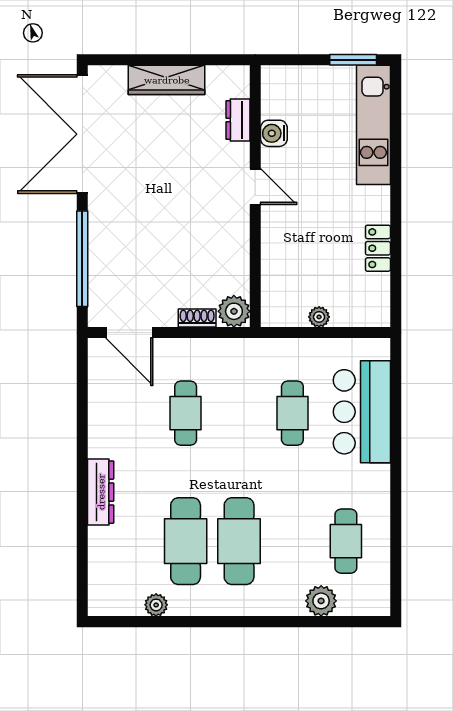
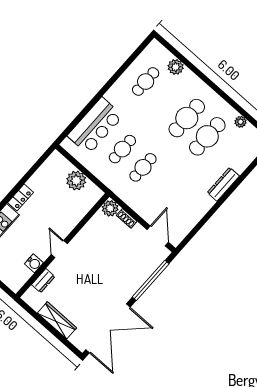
locker: (378, 248) -> (20, 198), moved
plant: (319, 317) -> (76, 181), width x1.87, depth x1.87
cafe table: (186, 413) -> (143, 167), moved

